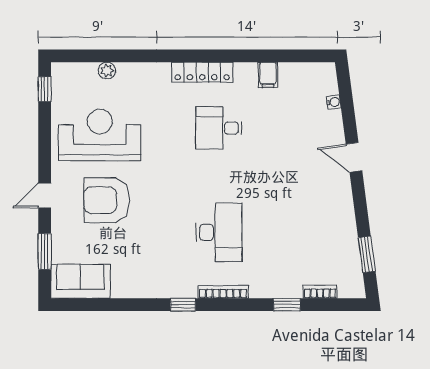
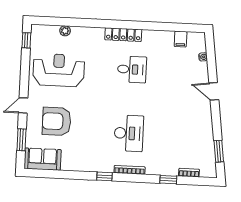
filing cabinet: (268, 75) -> (181, 39), moved
desk: (219, 128) -> (132, 69), turned 180
armchair: (106, 200) -> (57, 121), moved

